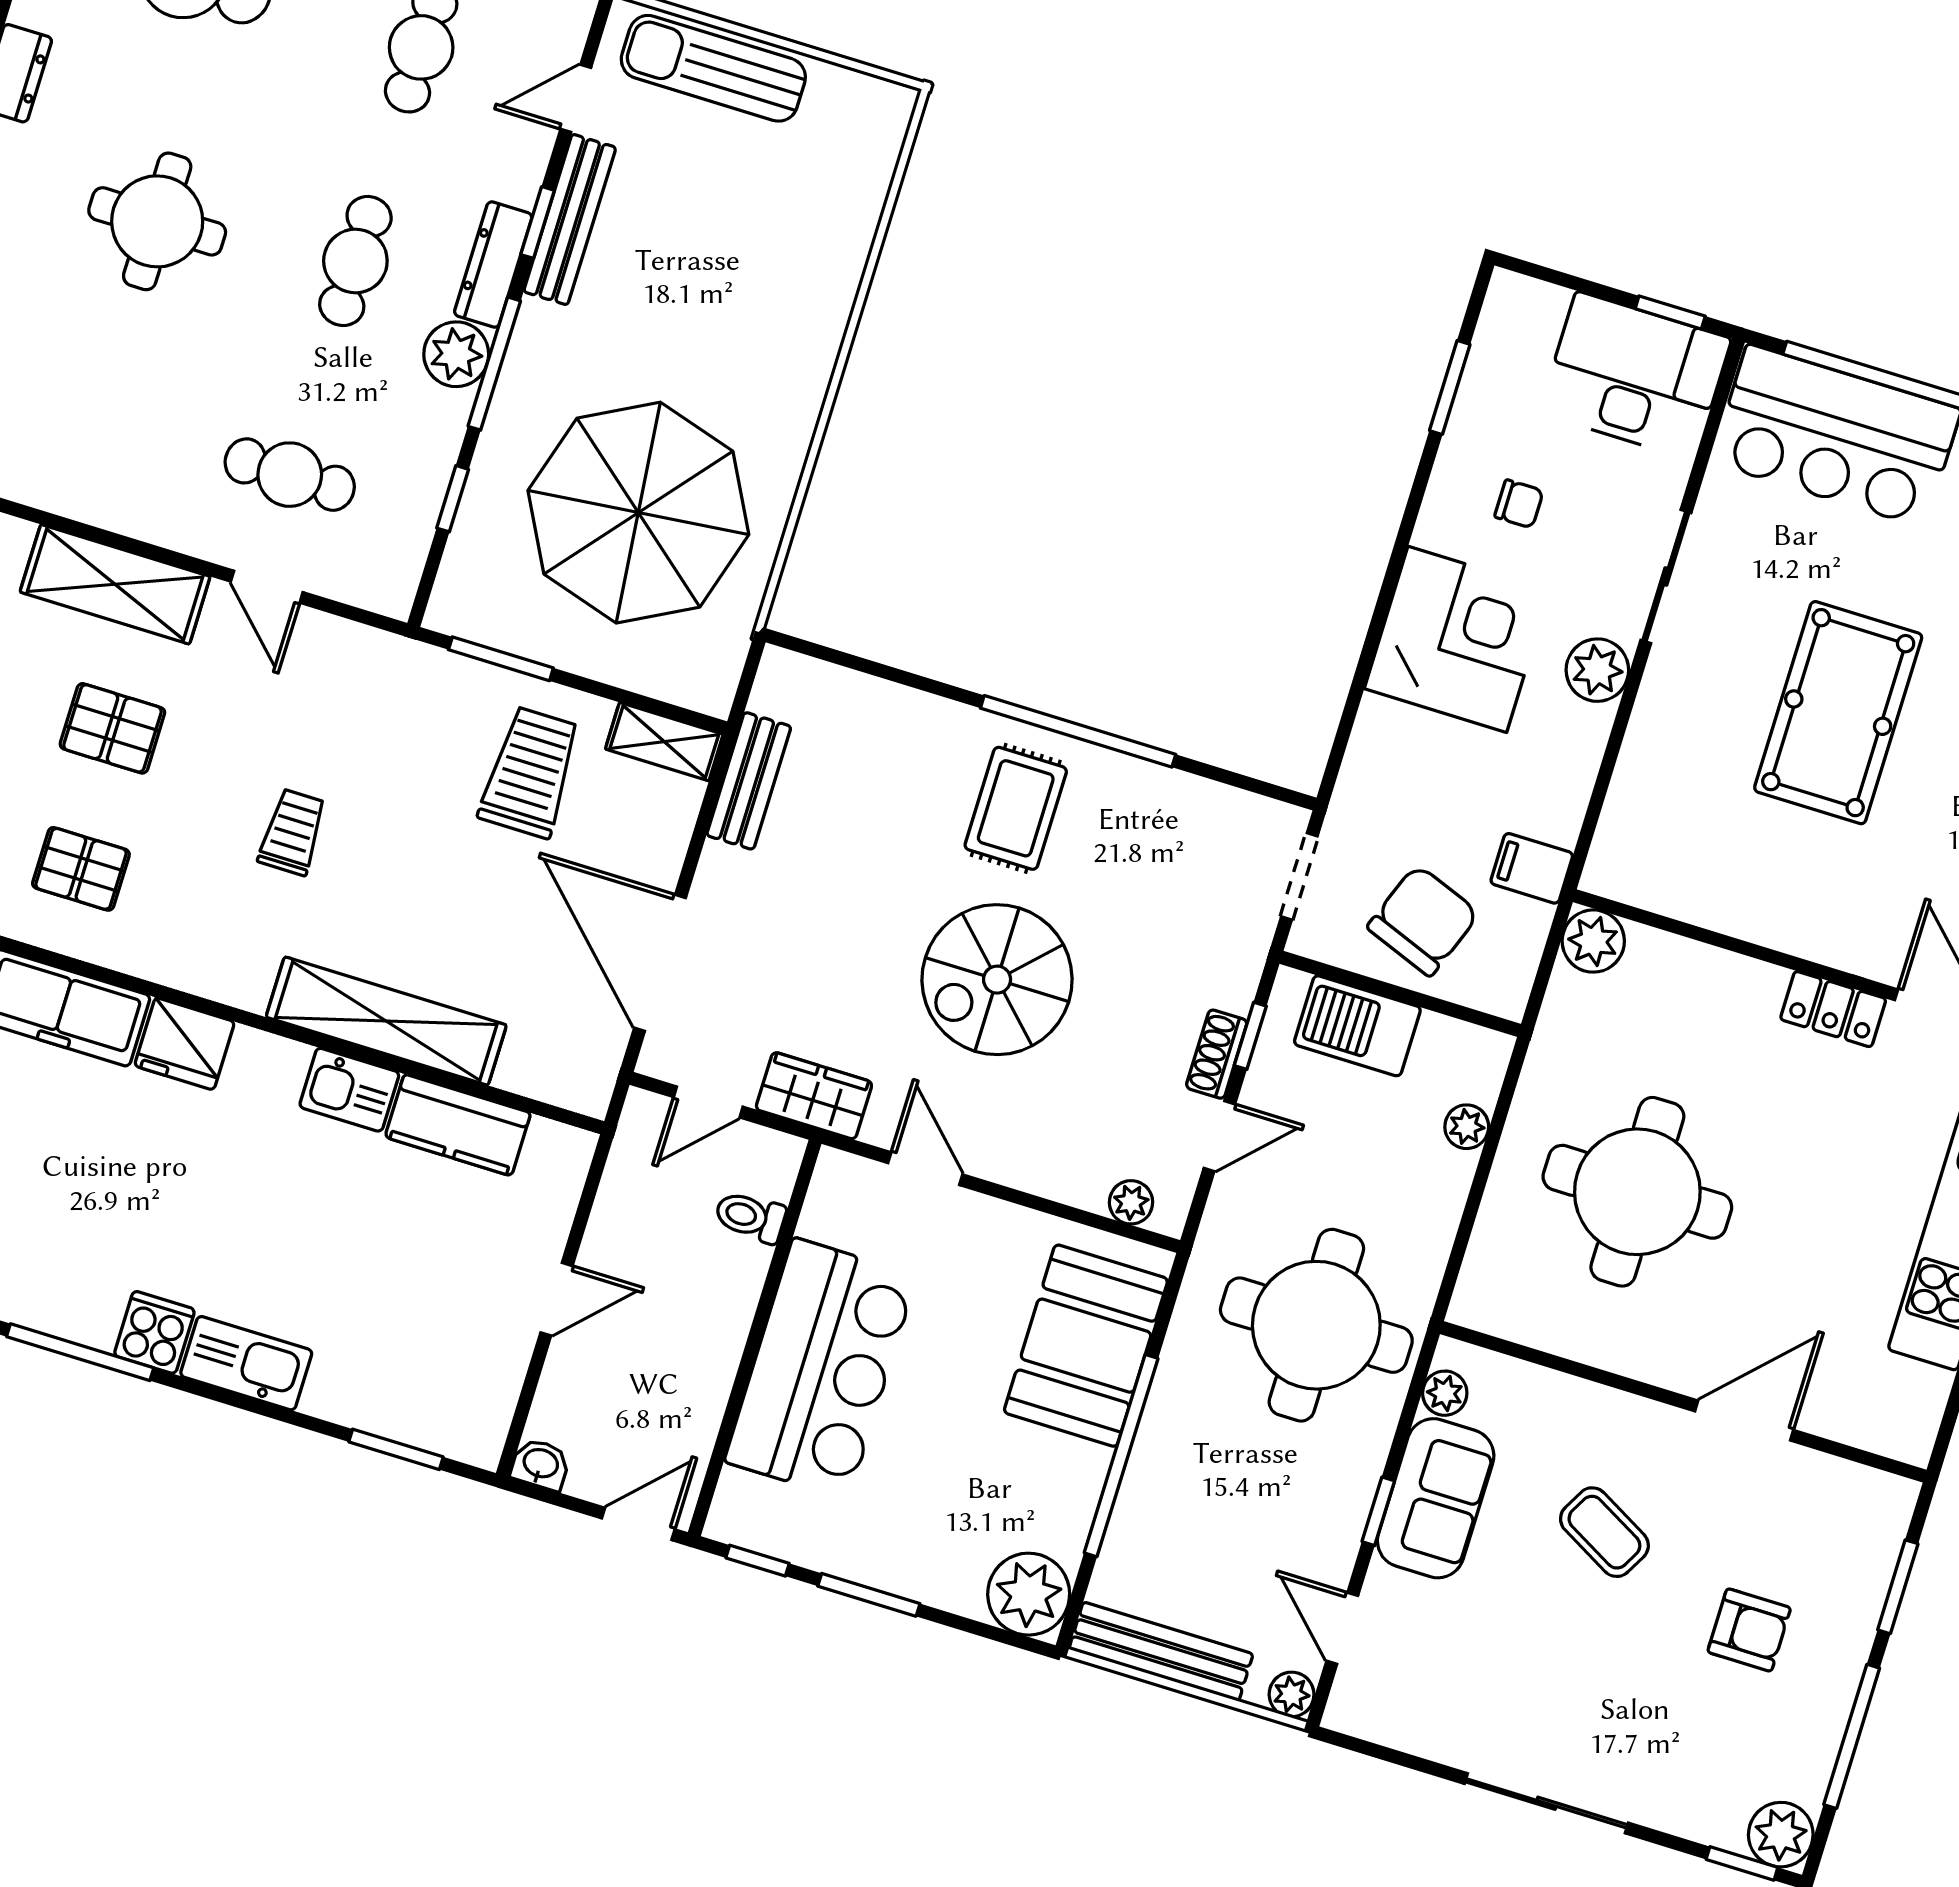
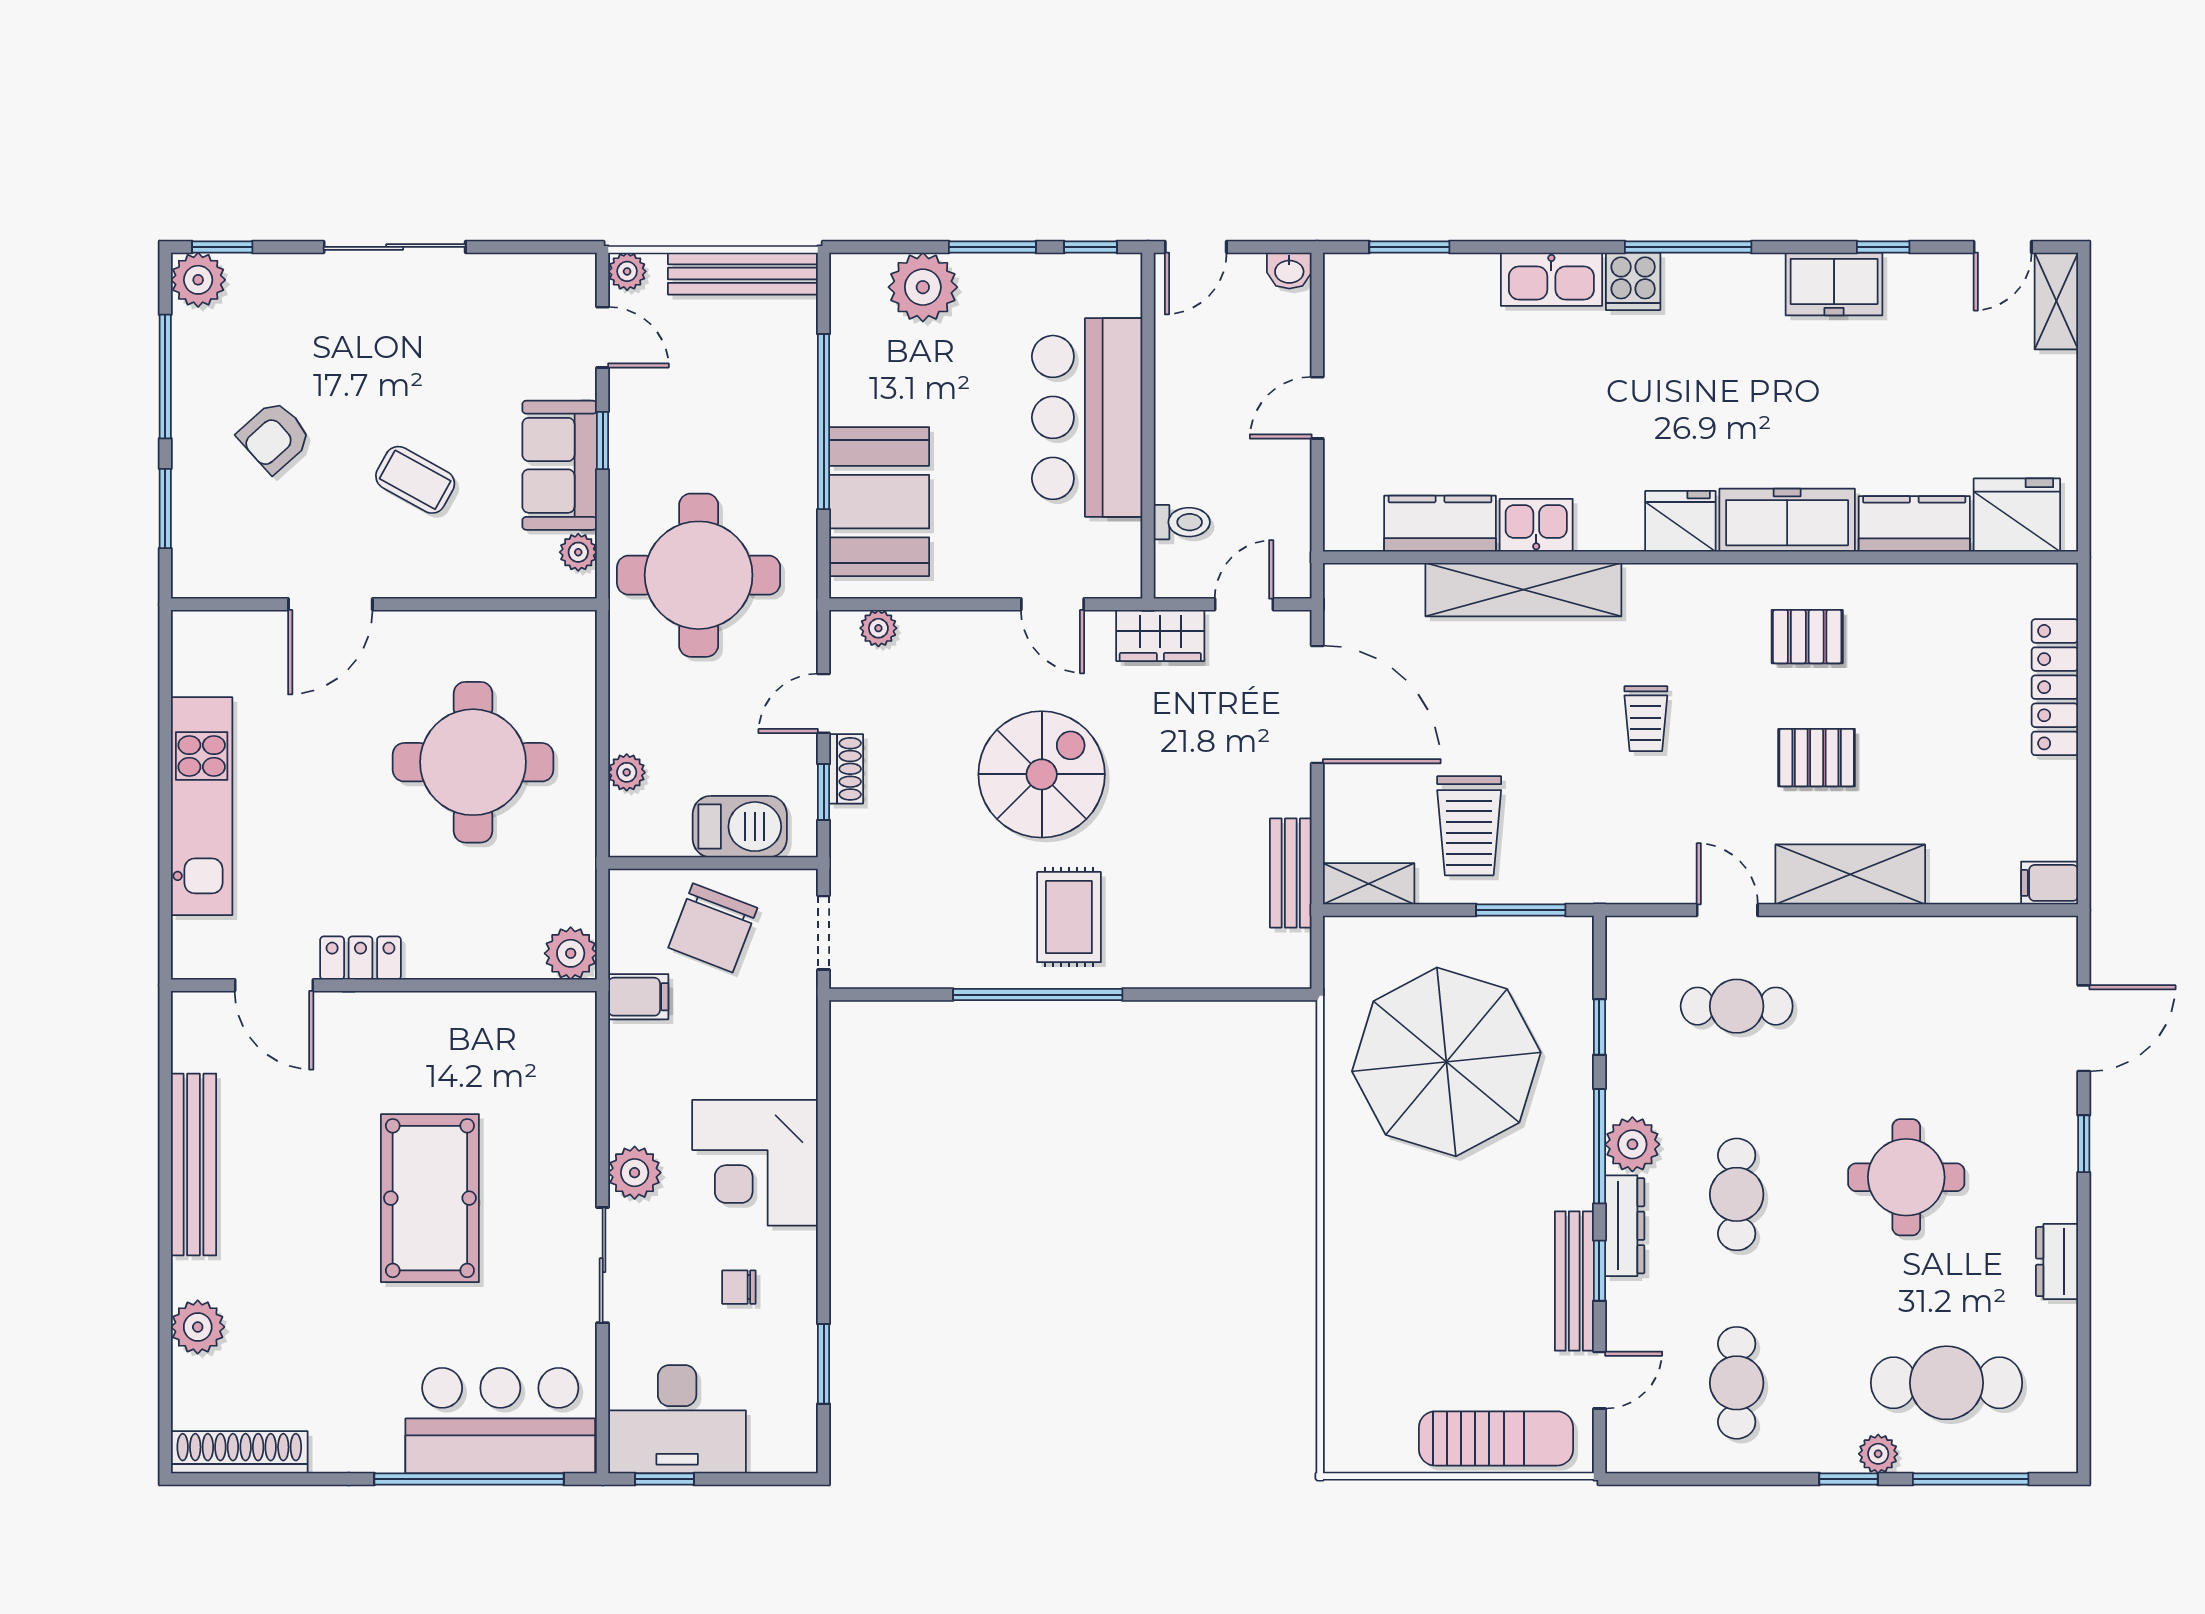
plant: (1029, 1594) -> (923, 287), moved
armchair: (1749, 1630) -> (274, 437), turned -42

